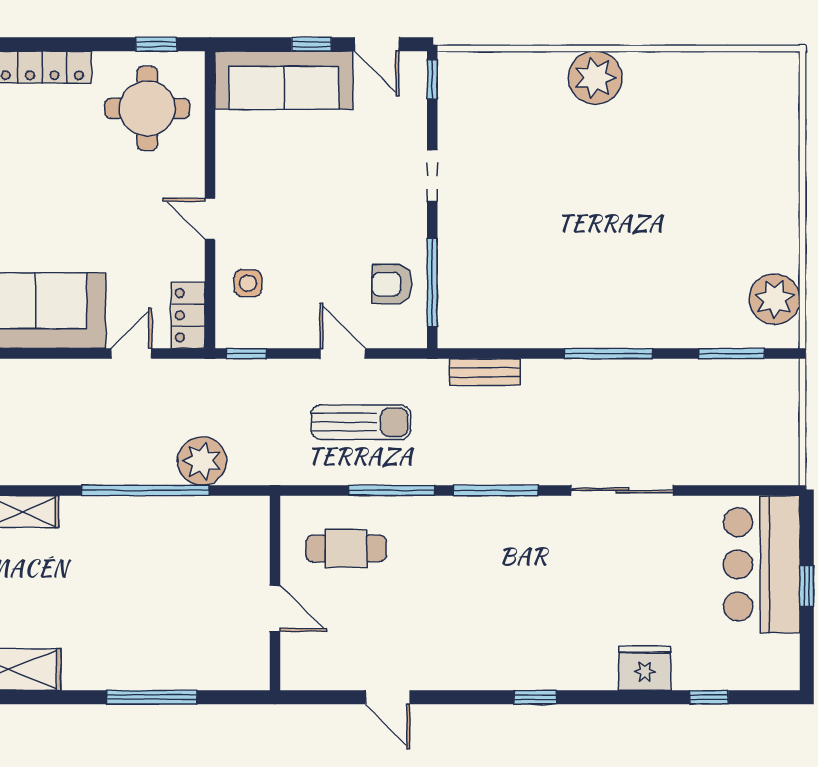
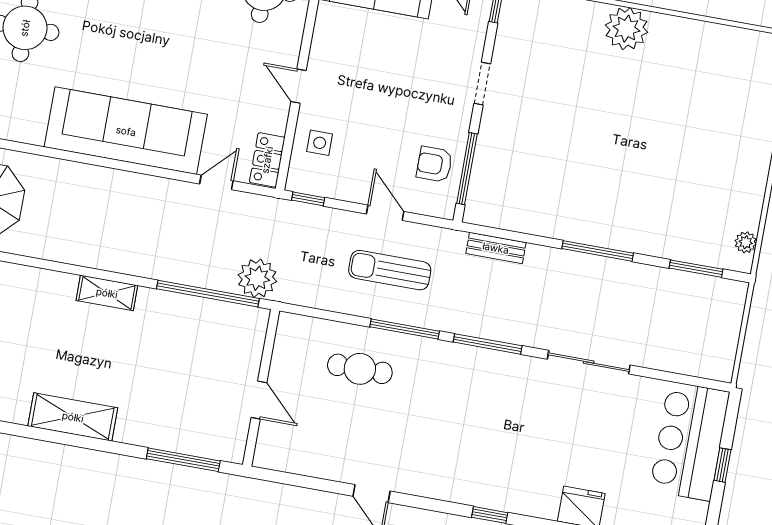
plant: (775, 299) -> (746, 242), width x0.53, depth x0.53
sun lounger: (361, 422) -> (390, 270), turned 180
wall: (275, 593) -> (261, 388), moved
door: (275, 608) -> (259, 400), moved

